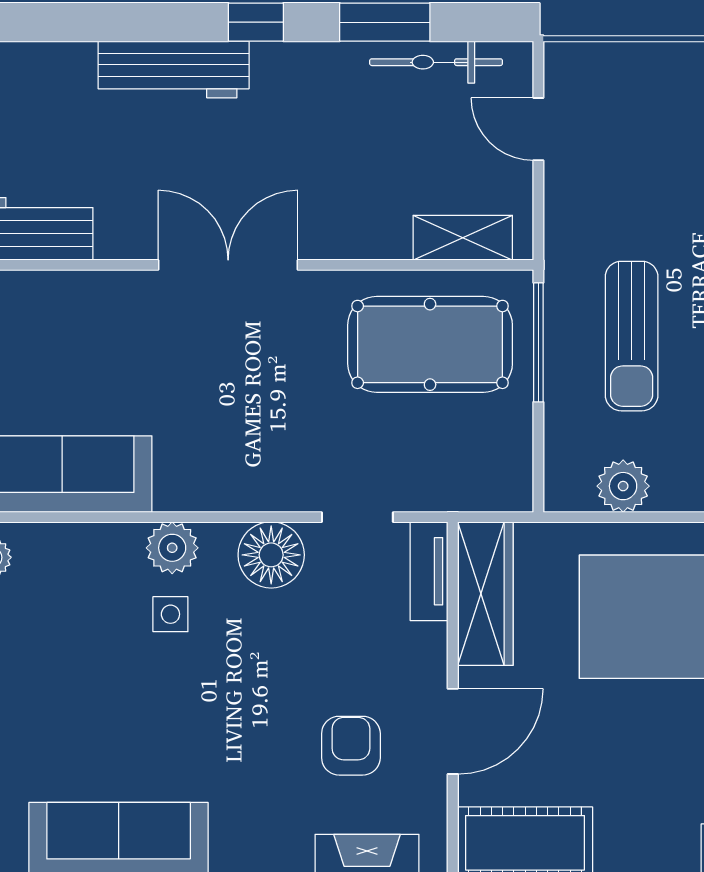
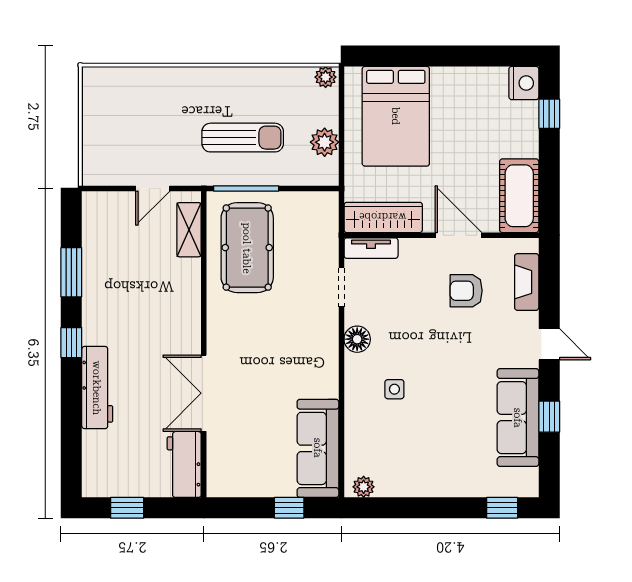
bicycle: (436, 62) -> (93, 244), removed
door: (538, 129) -> (153, 188), moved
double door: (228, 265) -> (204, 393), moved
plant: (172, 548) -> (358, 388), removed
floor lamp: (271, 555) -> (357, 339), width x0.73, depth x0.73

